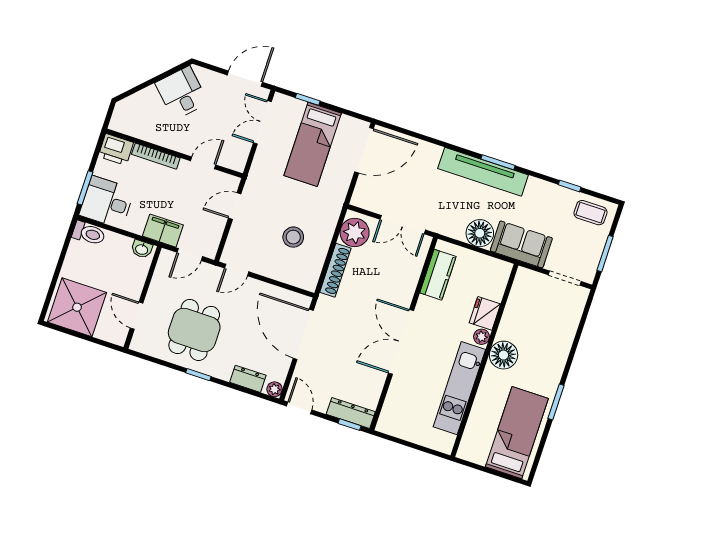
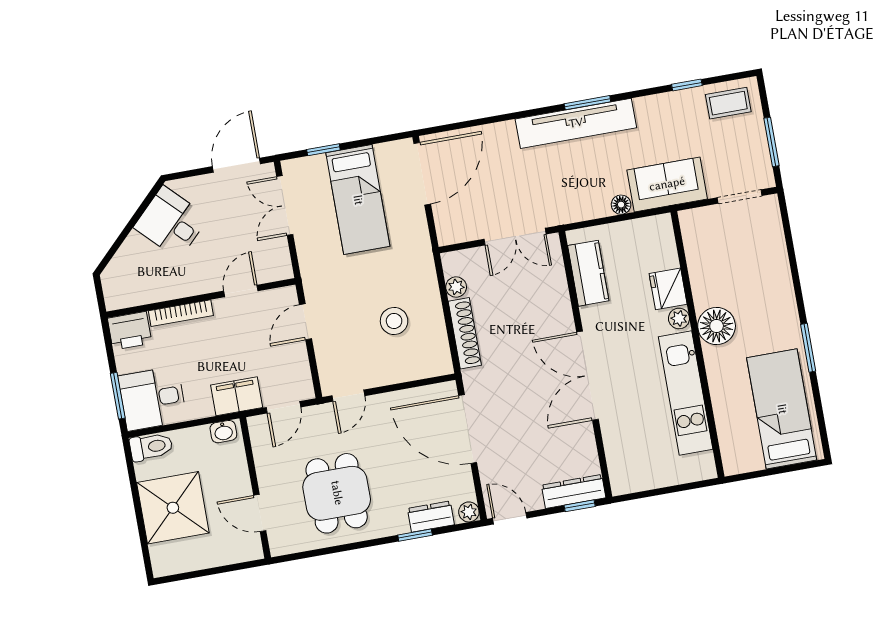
plant: (355, 233) -> (456, 287), width x0.53, depth x0.53
floor lamp: (480, 233) -> (621, 205), width x0.53, depth x0.53
shower: (77, 307) -> (173, 508), moved
window: (198, 375) -> (415, 535), moved

